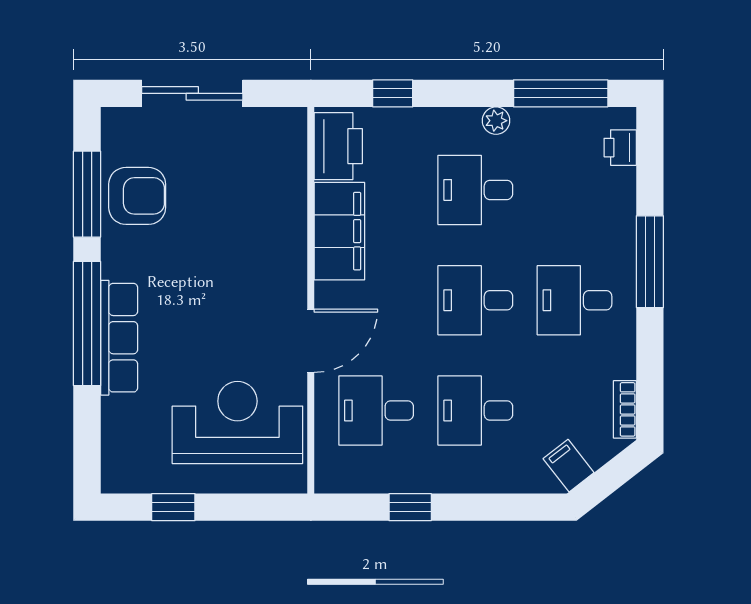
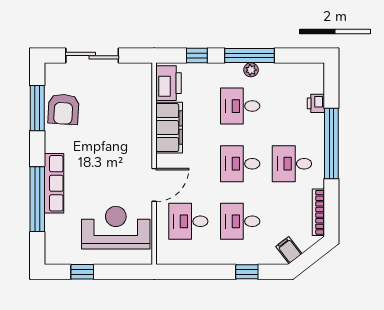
window: (561, 93) -> (249, 56), moved
printer: (620, 148) -> (316, 103), moved
armchair: (137, 196) -> (63, 109), turned 93
window: (650, 262) -> (331, 144), width x1.46
window: (87, 324) -> (37, 199), moved
bookcase: (625, 409) -> (318, 212), width x1.56
window: (410, 507) -> (247, 272), moved

